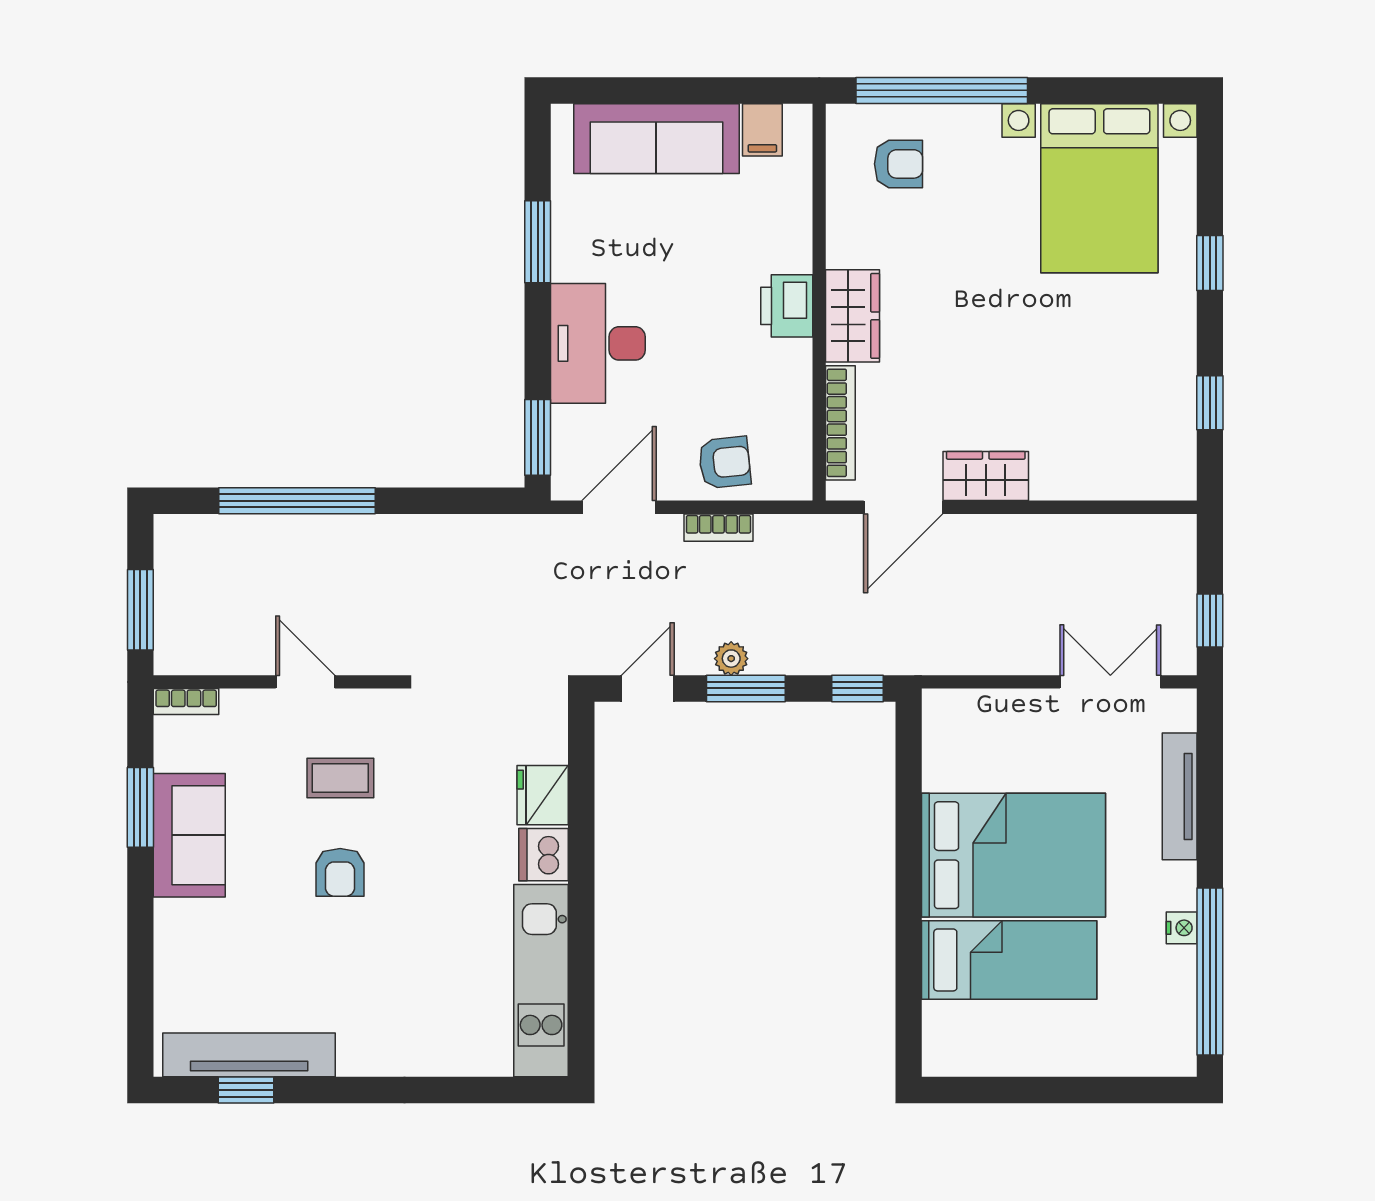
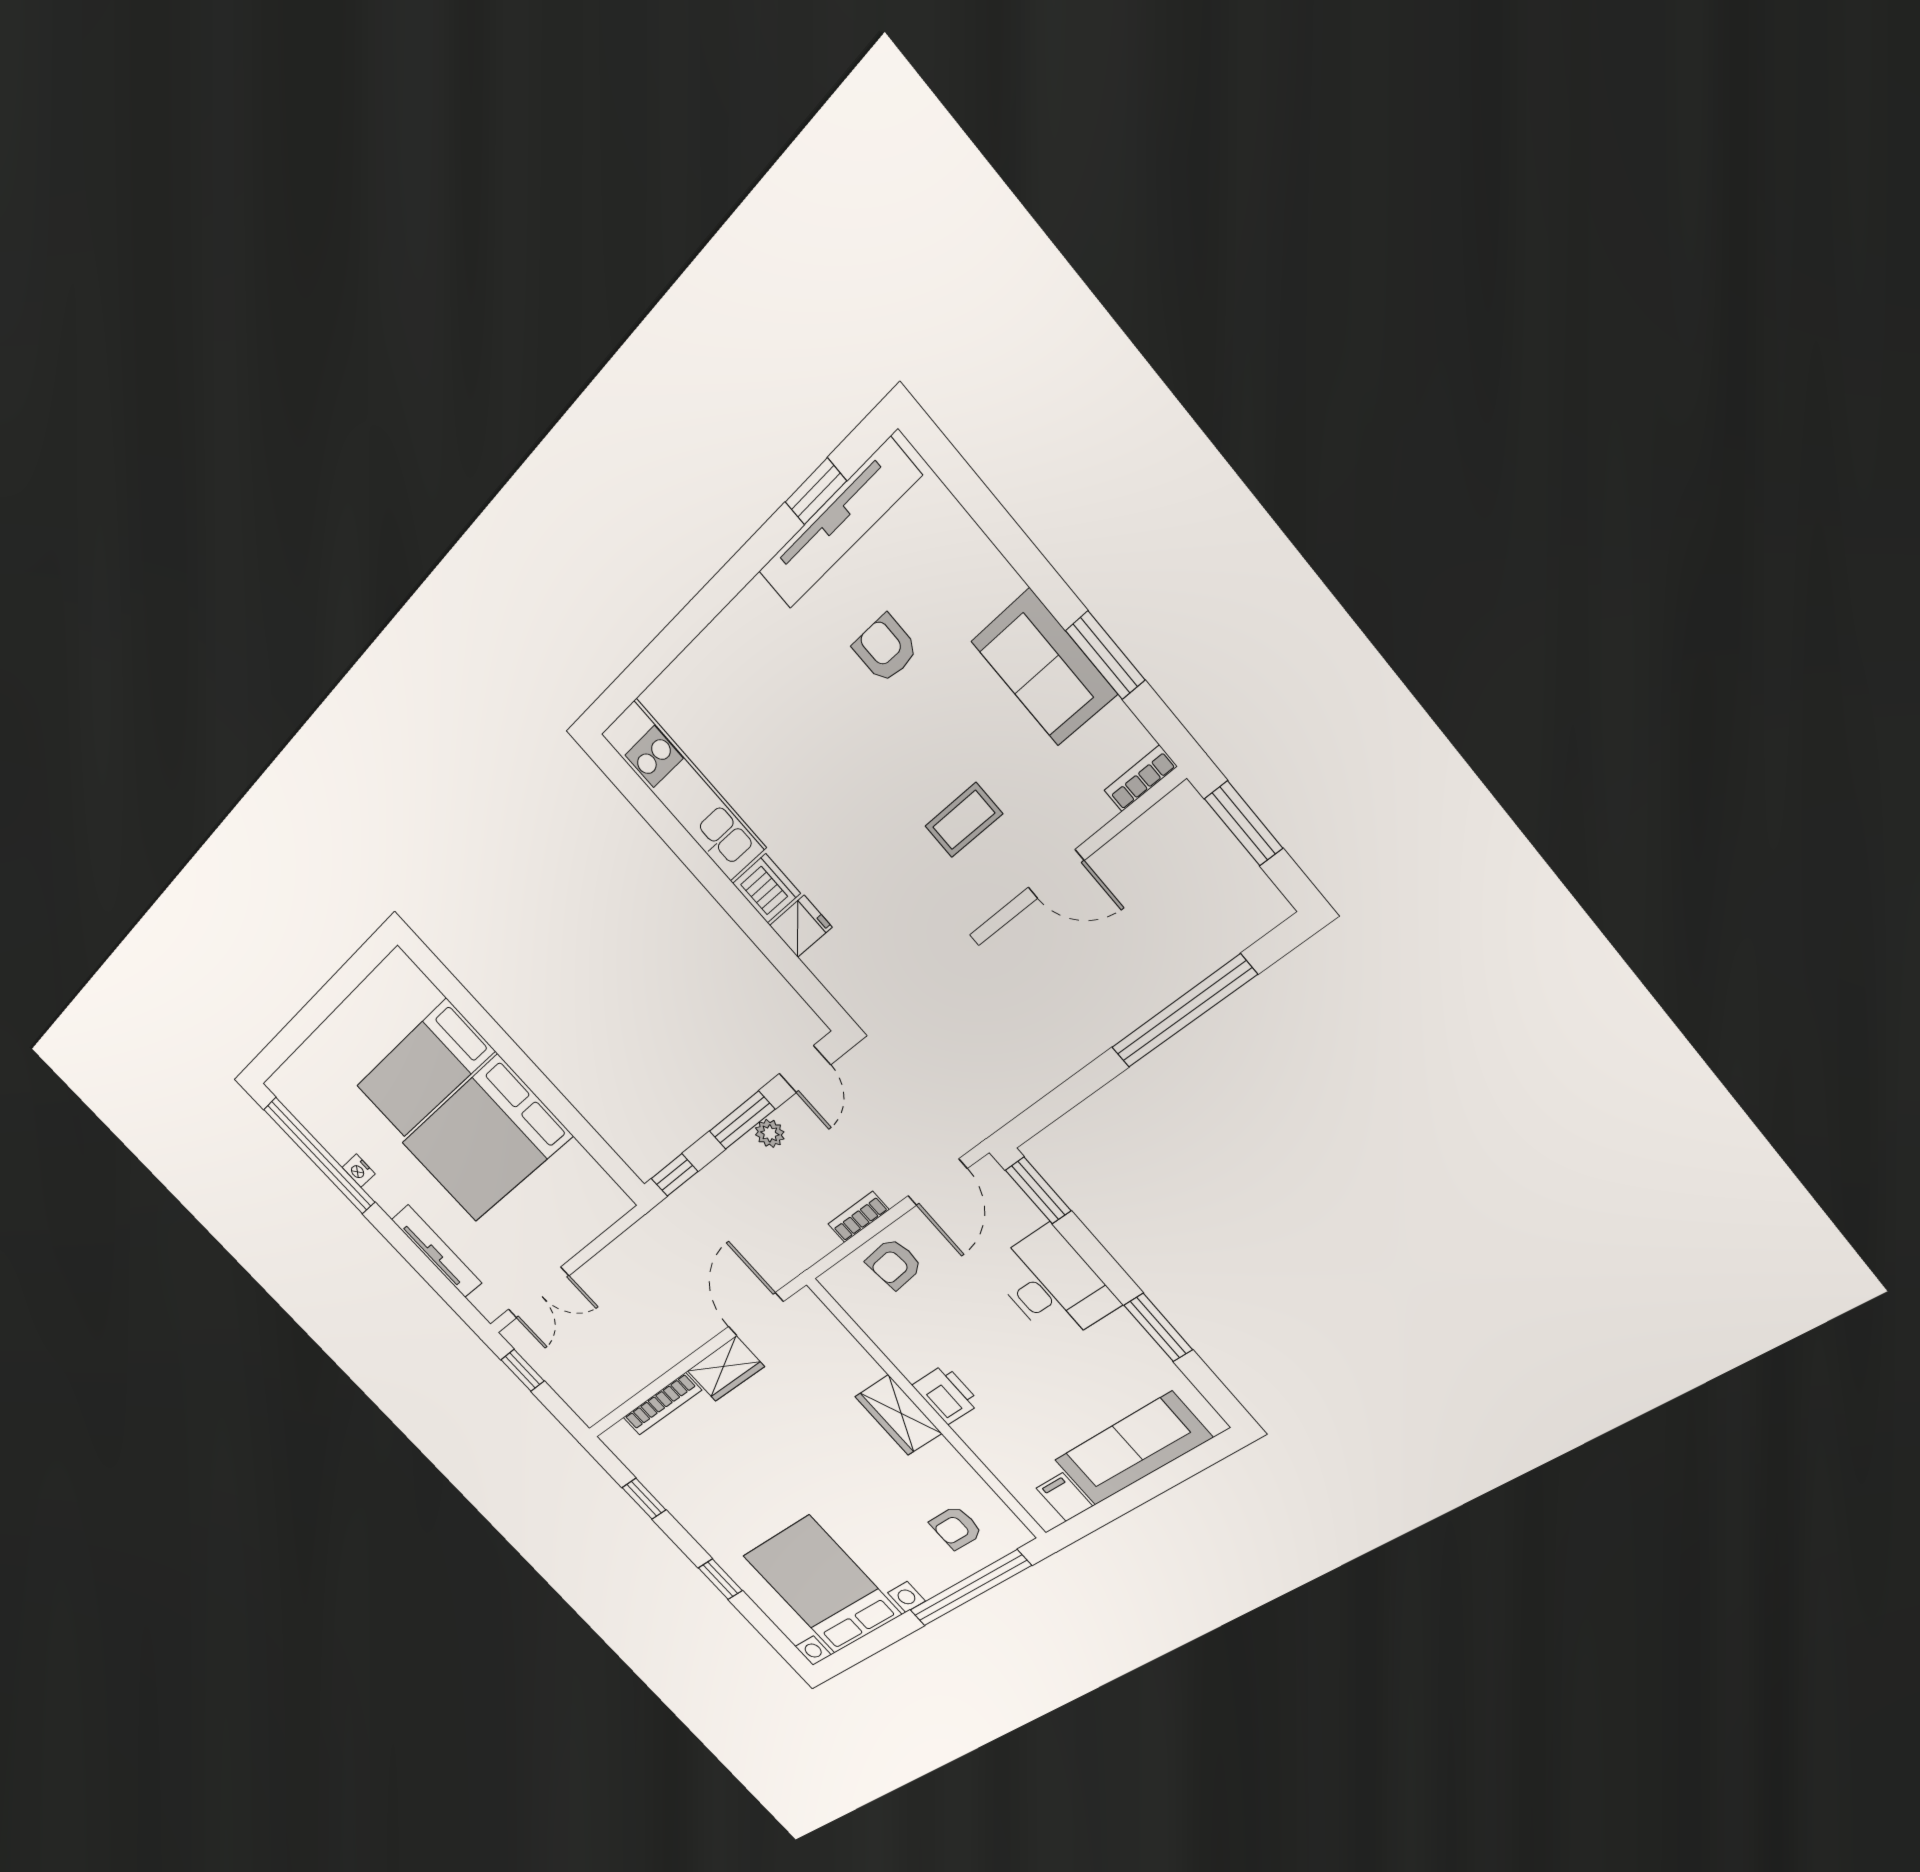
bookcase: (840, 423) -> (662, 1404), moved, turned -90
fridge: (543, 795) -> (801, 926), width x0.72
armchair: (340, 872) -> (885, 649), moved

